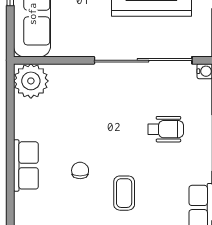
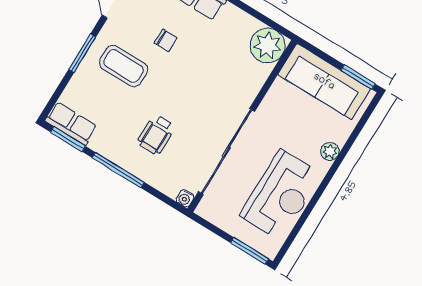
coffee table: (124, 193) -> (124, 66), width x1.36, depth x1.30

